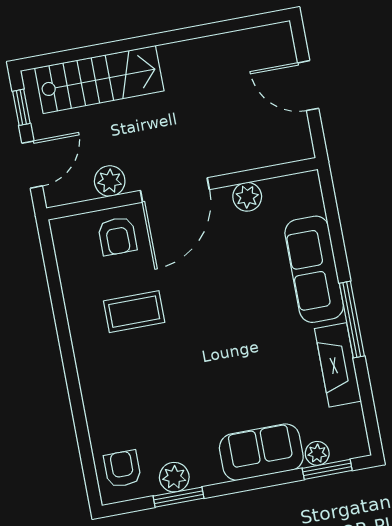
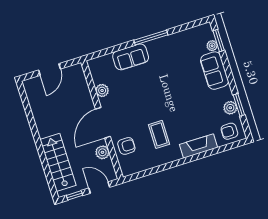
door: (175, 190) -> (103, 123), swing flipped
sofa: (314, 269) -> (131, 57), width x0.73
fireplace: (338, 365) -> (199, 146), moved, turned 180

